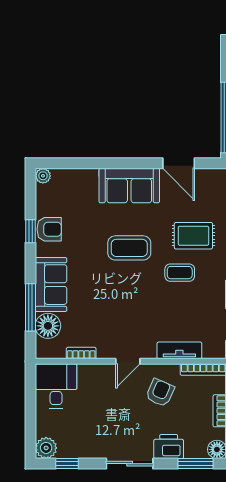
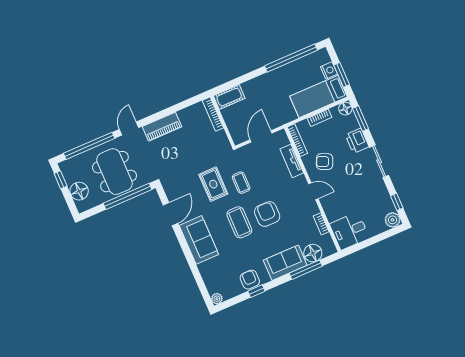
armchair: (124, 289) -> (267, 214), added

